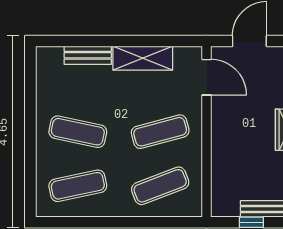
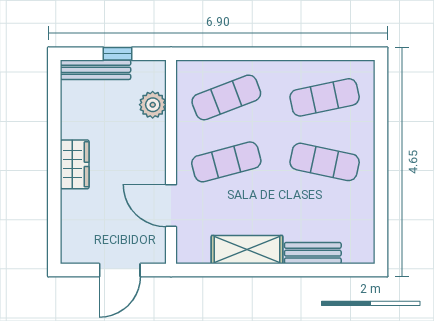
door: (207, 77) -> (171, 206), moved
plant: (222, 180) -> (153, 105), added

